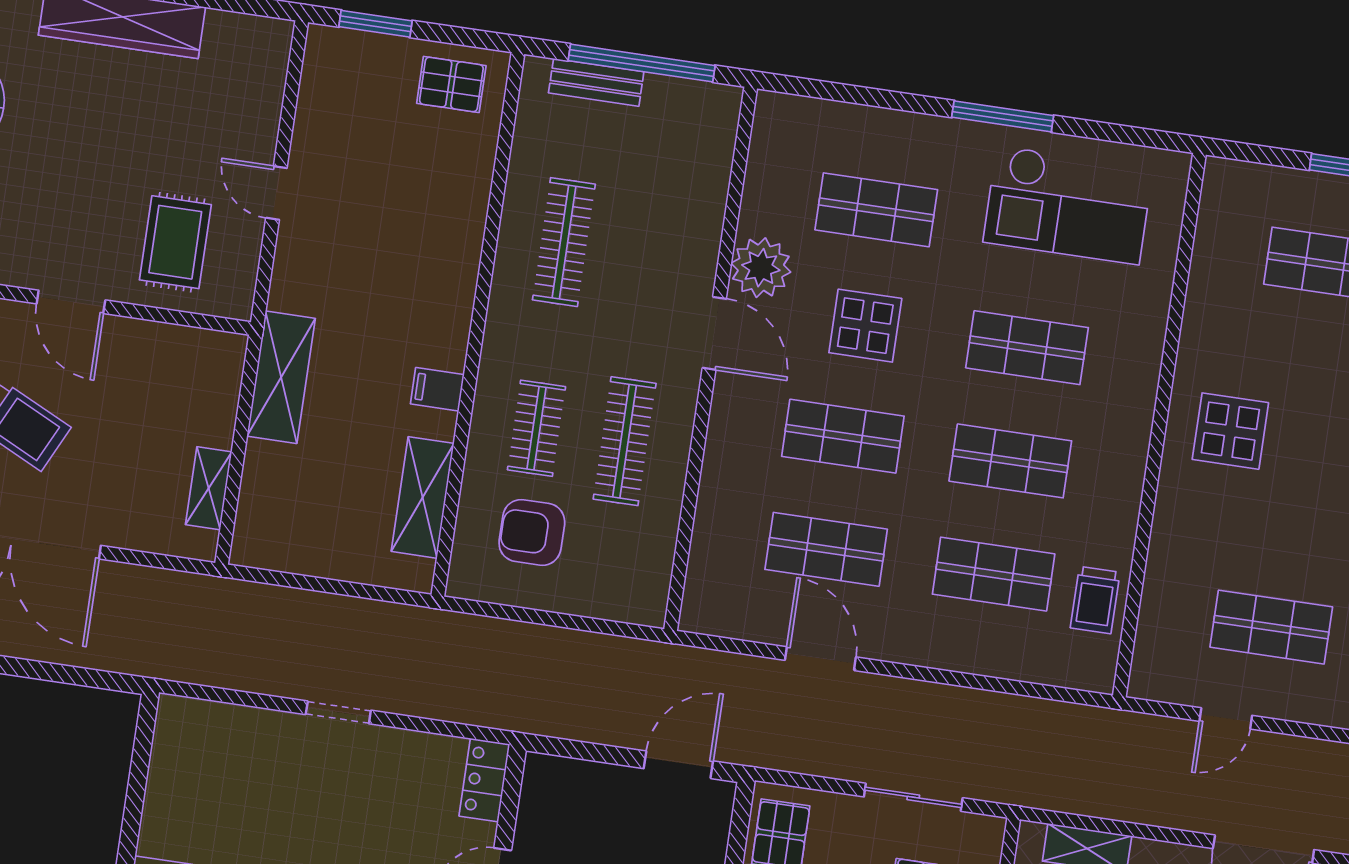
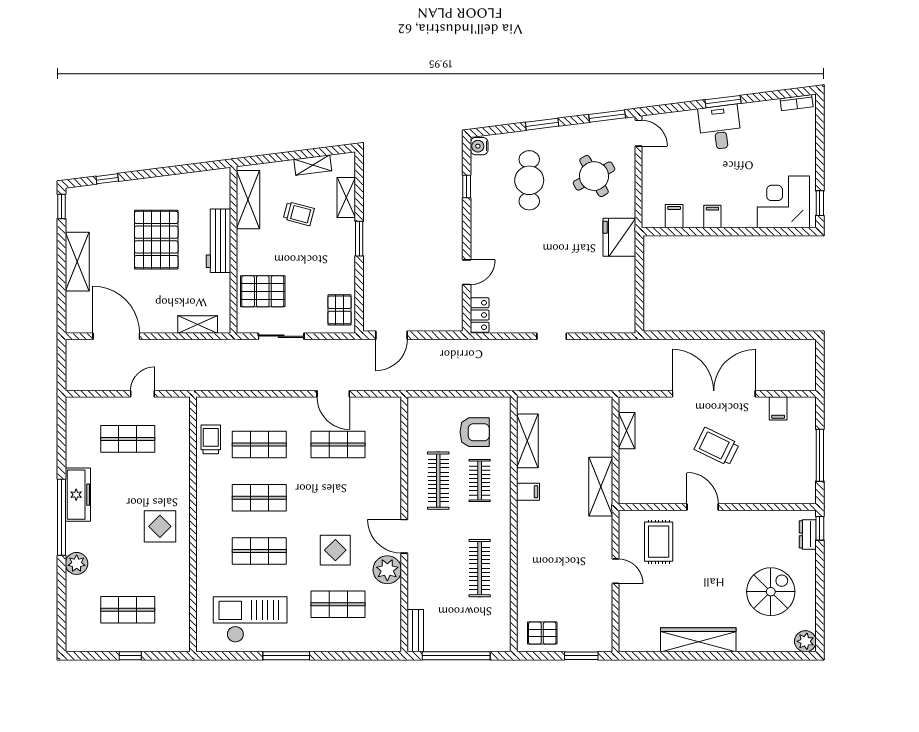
bench: (596, 82) -> (415, 631), moved, turned 90
shop shelf: (843, 436) -> (338, 498), removed

